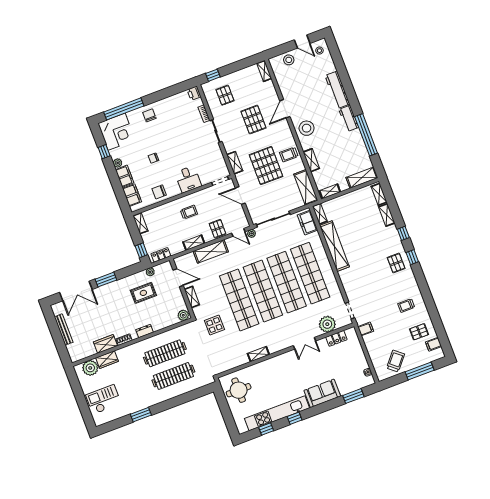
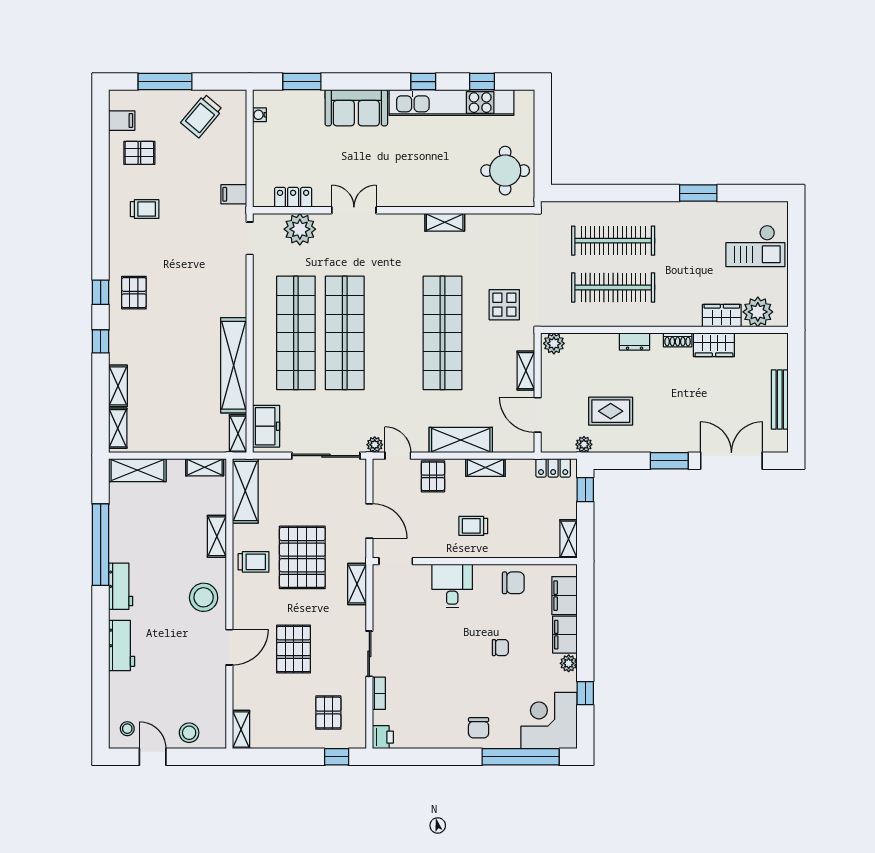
workbench: (337, 90) -> (122, 645), width x0.73
shop shelf: (263, 291) -> (394, 333), removed

